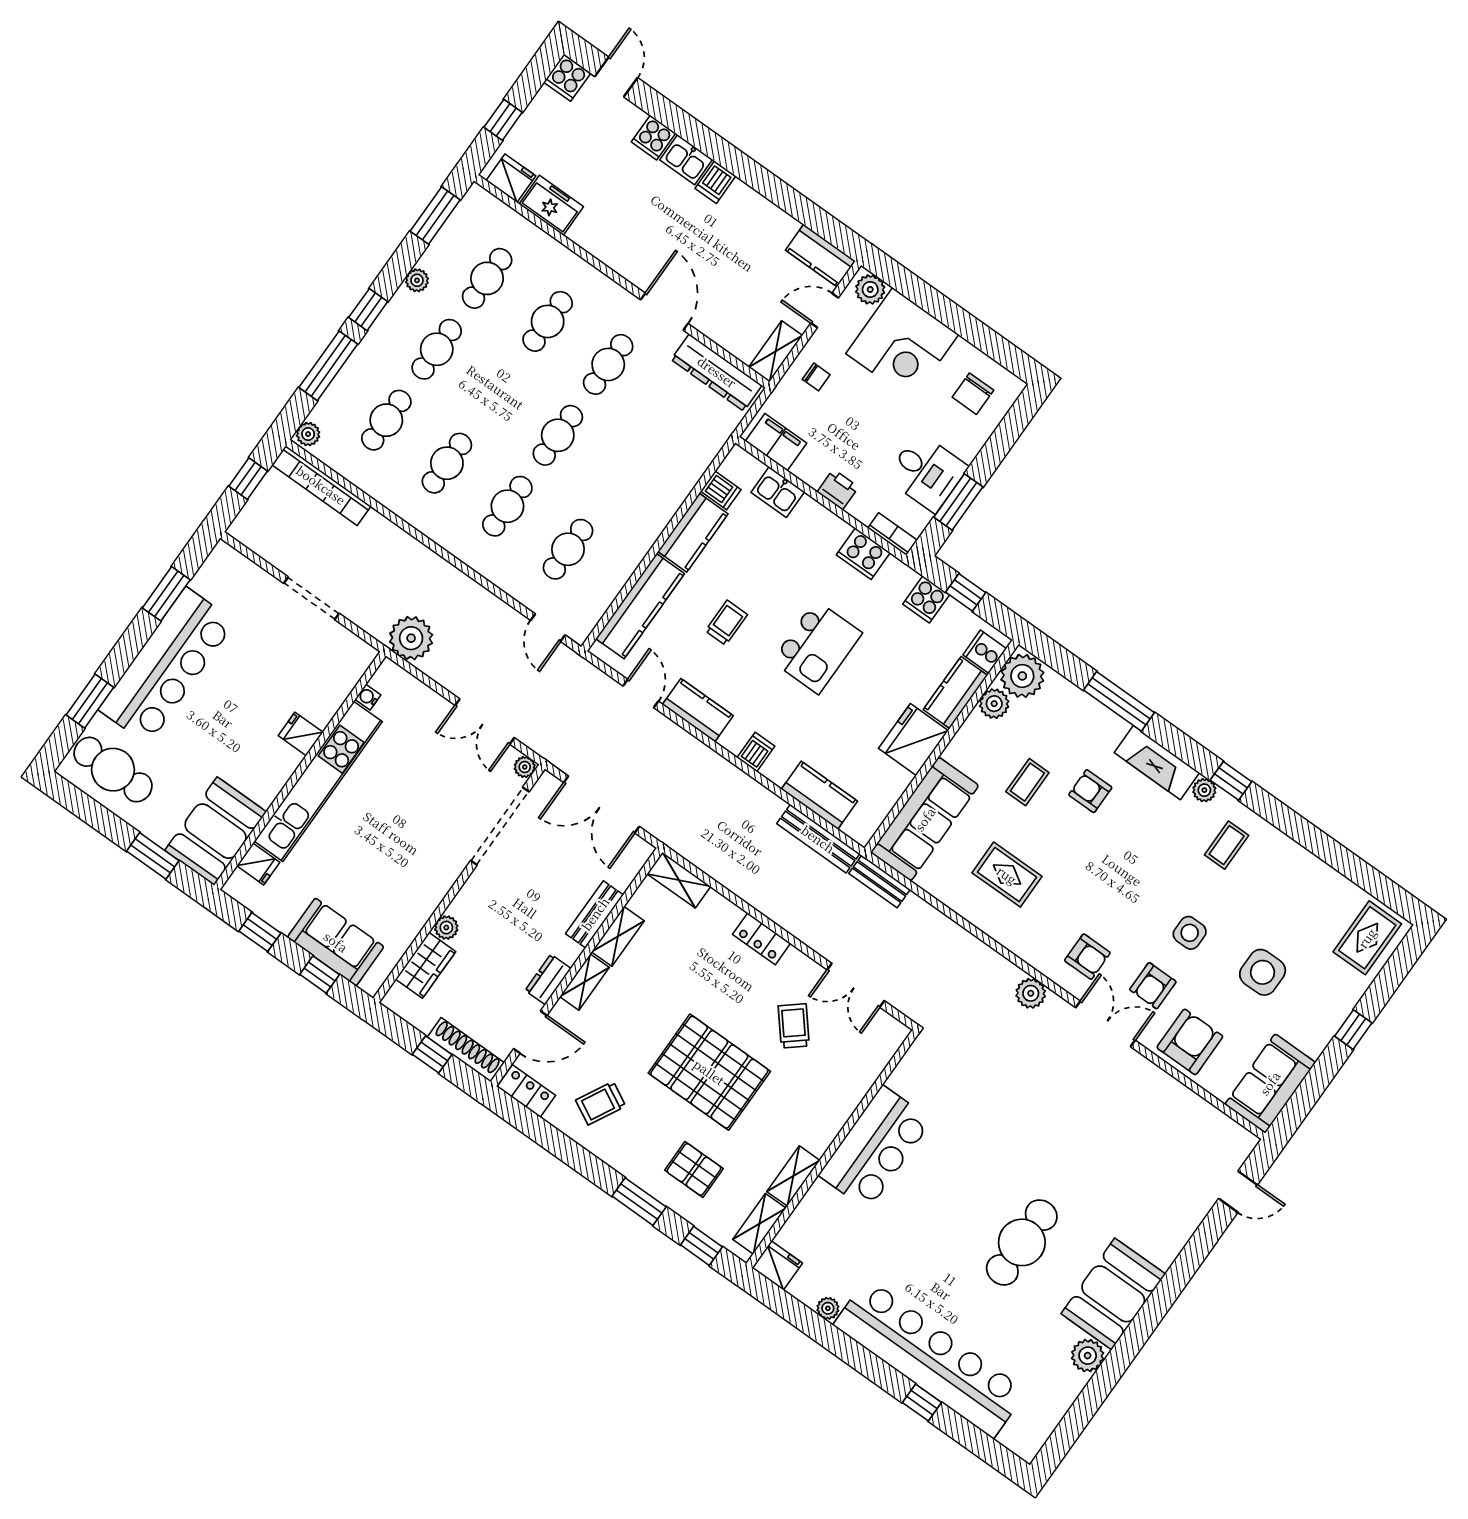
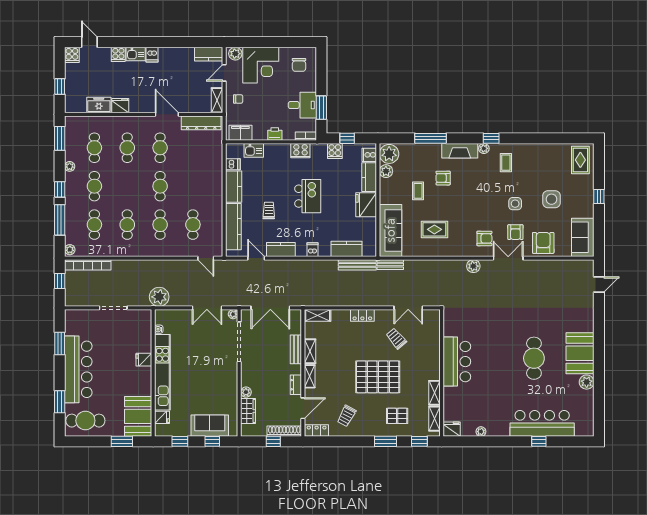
fridge: (511, 178) -> (120, 106), moved
bar counter: (930, 1358) -> (542, 423), width x0.73

